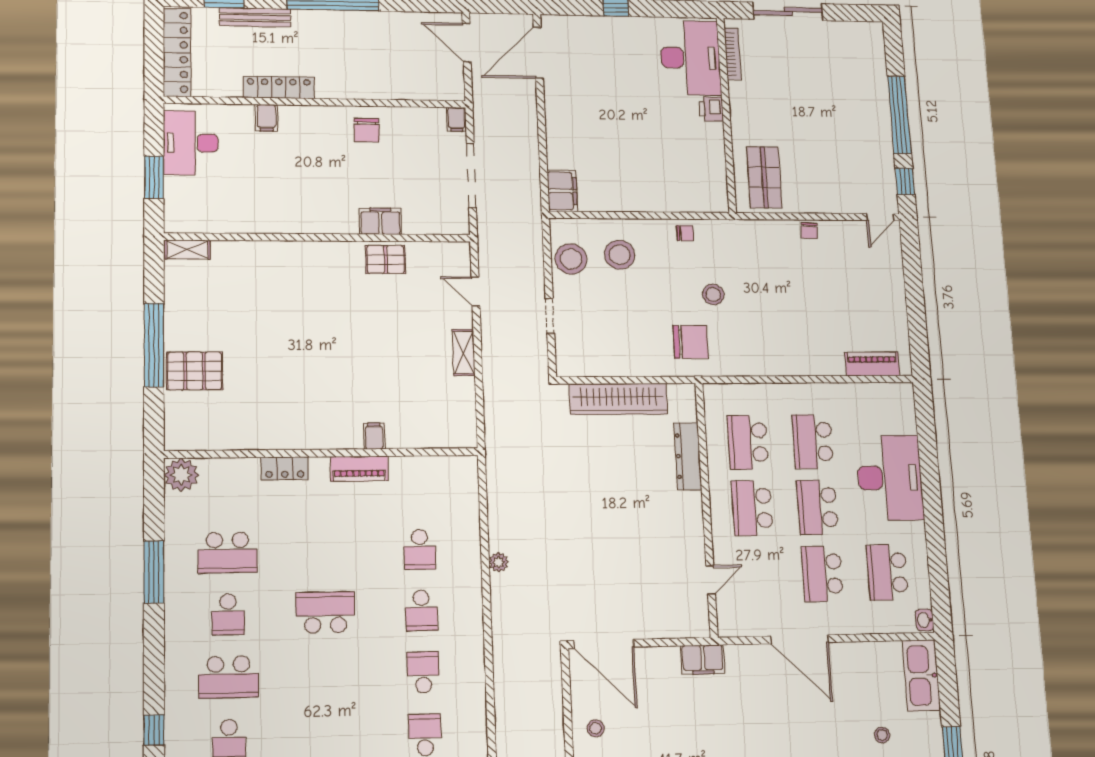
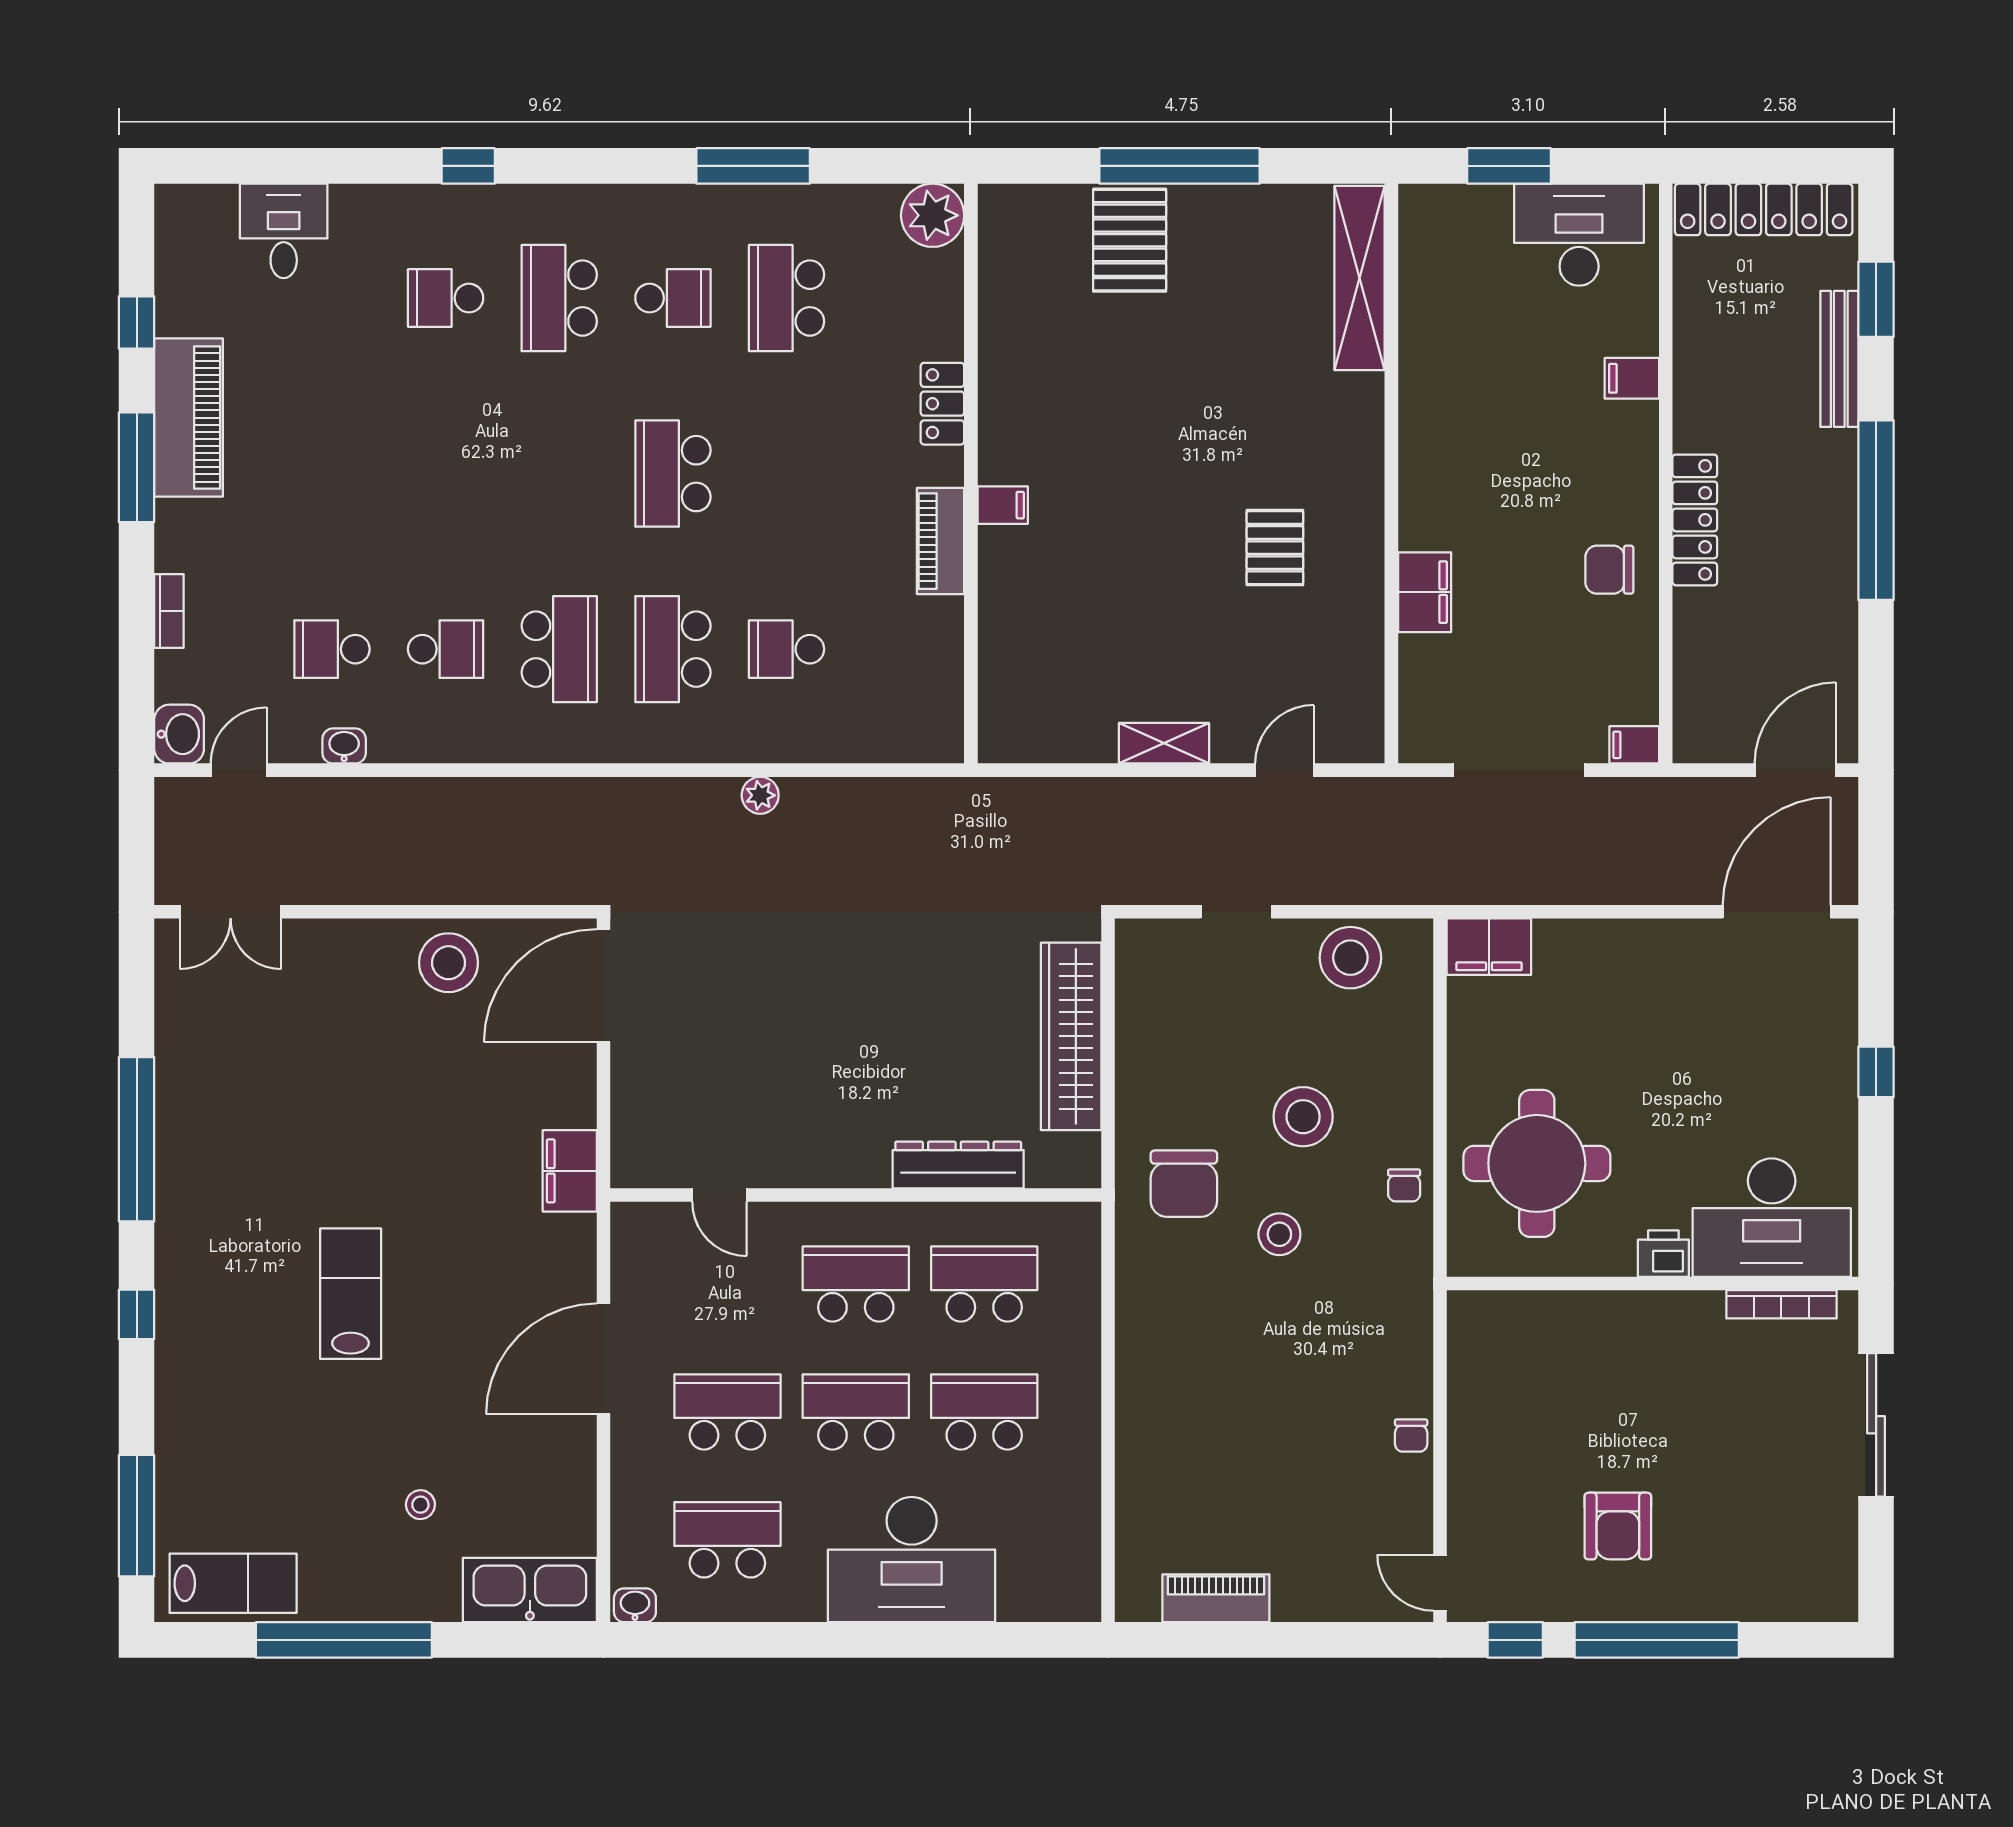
door: (538, 53) -> (1777, 912), hinge flipped
locker: (279, 87) -> (1695, 520), moved
armchair: (846, 132) -> (1618, 1526), added
round table: (670, 169) -> (1537, 1163), added
shop shelf: (764, 177) -> (1521, 1352), removed
chair: (809, 231) -> (1411, 1436), turned -93
shelving: (187, 250) -> (1360, 278), width x2.20, depth x1.33
stool: (620, 255) -> (1303, 1117), moved
pallet: (386, 259) -> (1275, 548), moved
piano: (872, 364) -> (1216, 1598), moved, turned -90
filing cabinet: (374, 436) -> (1003, 505), moved
school desk: (421, 610) -> (673, 649), width x1.85
school desk: (325, 612) -> (673, 474), turned 180
school desk: (228, 614) -> (673, 298), turned 180
school desk: (423, 672) -> (559, 649), width x1.85
stool: (596, 728) -> (449, 963), width x1.89, depth x1.89

